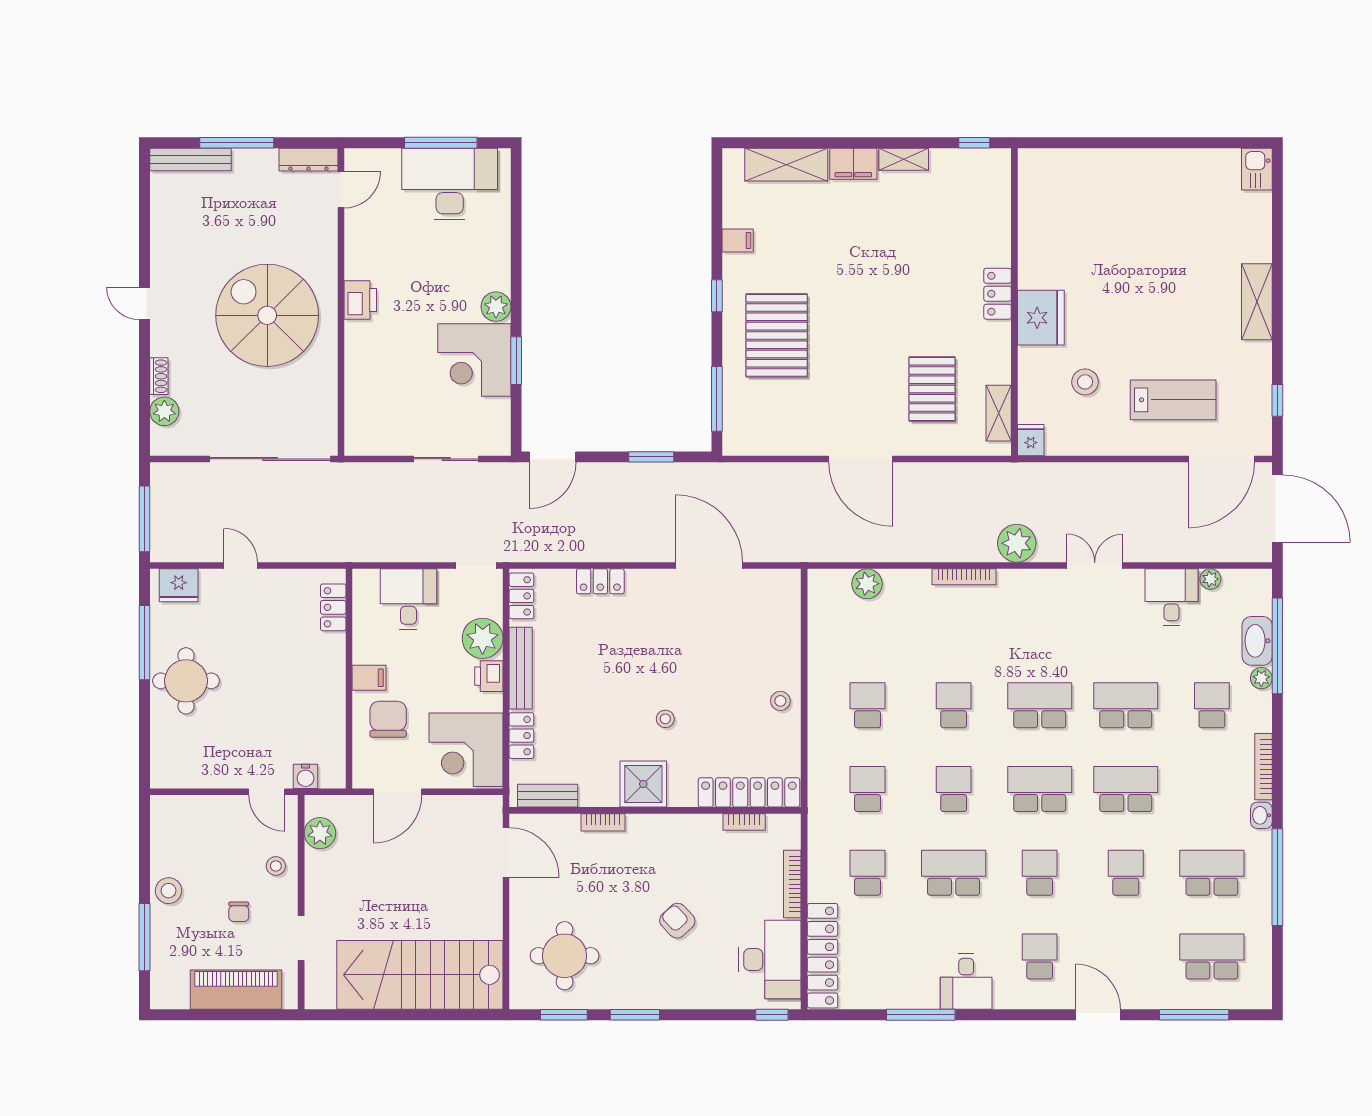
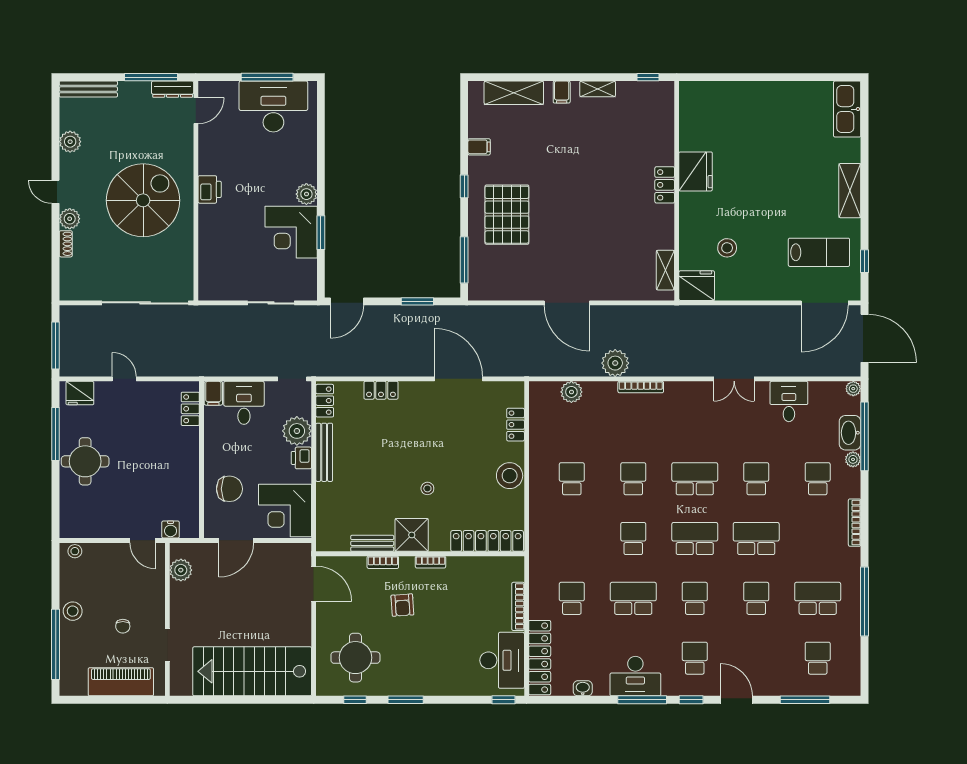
window: (237, 143) -> (151, 77), moved
filing cabinet: (853, 164) -> (562, 92), width x0.50
kitchen sink: (1257, 169) -> (847, 109), width x1.88, depth x1.24
plant: (165, 233) -> (70, 142), added
spiral stairs: (267, 315) -> (143, 200), turned 90
fridge: (1041, 318) -> (696, 171), moved
pallet: (932, 389) -> (618, 253), removed
lab bench: (1173, 400) -> (819, 252), moved
plant: (164, 411) -> (70, 219), moved
fridge: (1031, 440) -> (697, 286), width x1.88, depth x1.34
plant: (1017, 543) -> (615, 363), moved
double door: (1095, 565) -> (734, 379), swing flipped
plant: (1210, 579) -> (853, 389), moved
filing cabinet: (369, 678) -> (213, 393), moved, turned 90
stool: (780, 701) -> (510, 476), width x1.89, depth x1.89
school desk: (1126, 705) -> (756, 479), width x0.54
chair: (388, 719) -> (229, 489), turned 90
locker: (521, 736) -> (516, 425), moved, turned 180
school desk: (868, 789) -> (572, 539), removed
bench: (548, 796) -> (372, 543), moved
washbasin: (1261, 815) -> (583, 688), moved, turned 90
bookcase: (744, 822) -> (431, 562), moved
stool: (276, 866) -> (75, 551), moved
armchair: (677, 921) -> (402, 605), moved, turned -141
window: (145, 937) -> (56, 644), width x1.46
school desk: (1212, 957) -> (818, 658), width x0.54
desk: (966, 982) -> (635, 676), width x1.37
window: (564, 1015) -> (355, 700), width x0.67
window: (921, 1015) -> (642, 700), moved
window: (1035, 1015) -> (691, 700), added

